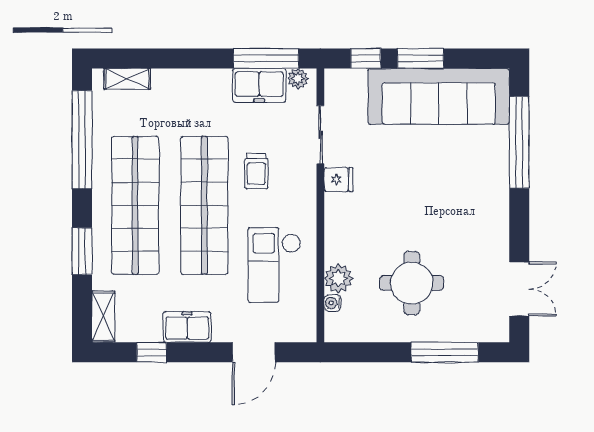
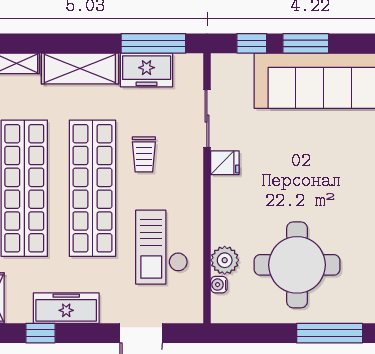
plant: (298, 79) -> (185, 63), removed
shelving: (192, 84) -> (80, 69), added
round table: (412, 283) -> (297, 265), width x1.36, depth x1.36
freezer: (187, 327) -> (66, 308), width x1.40

